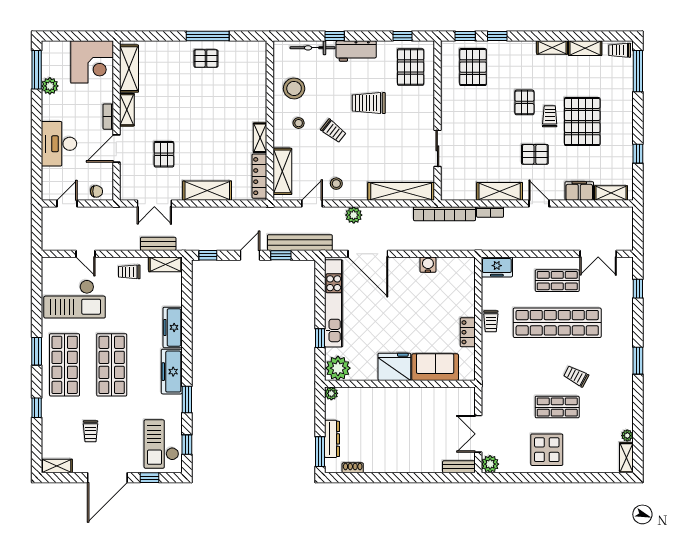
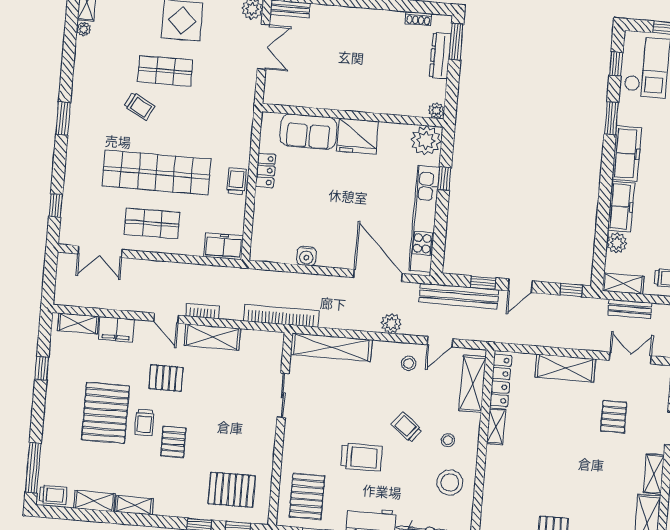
pallet: (473, 67) -> (232, 490), turned 90
bookcase: (490, 212) -> (203, 311), moved
double door: (598, 254) -> (100, 252), swing flipped
plant: (174, 297) -> (617, 243), added

